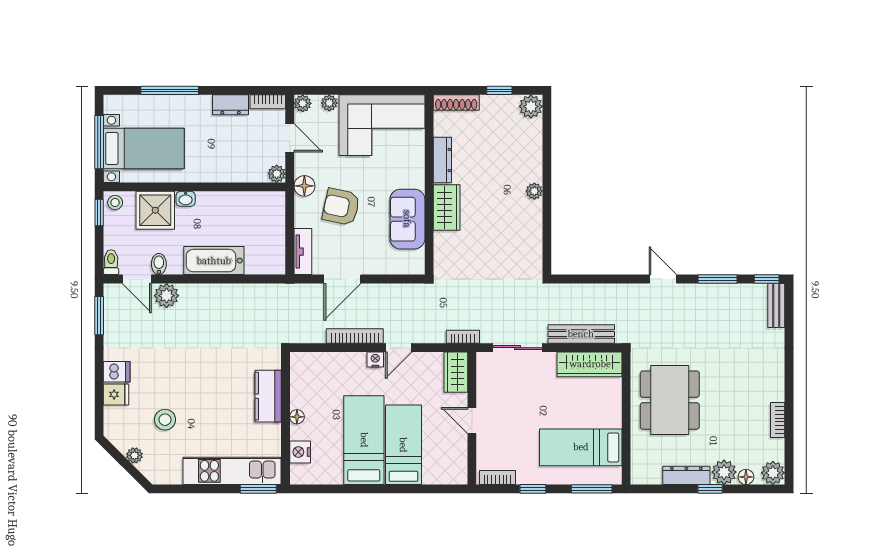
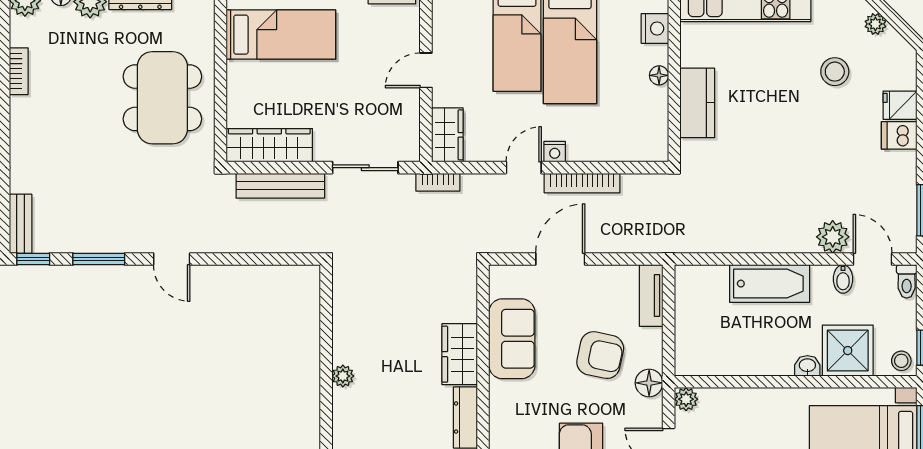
door: (342, 279) -> (560, 259), moved
door: (472, 421) -> (426, 70), swing flipped

